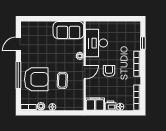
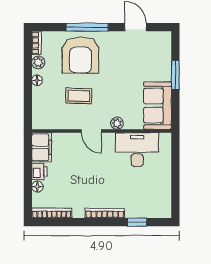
window: (49, 19) -> (175, 75), added
armchair: (109, 71) -> (93, 169), removed

